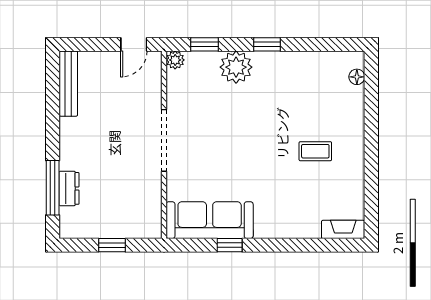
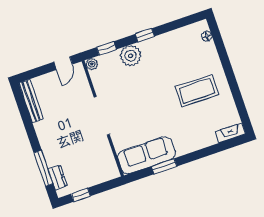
coffee table: (315, 151) -> (197, 91), width x1.86, depth x1.72
dresser: (69, 188) -> (58, 177), moved
window: (112, 245) -> (81, 195), moved
window: (230, 245) -> (164, 166), width x1.50

